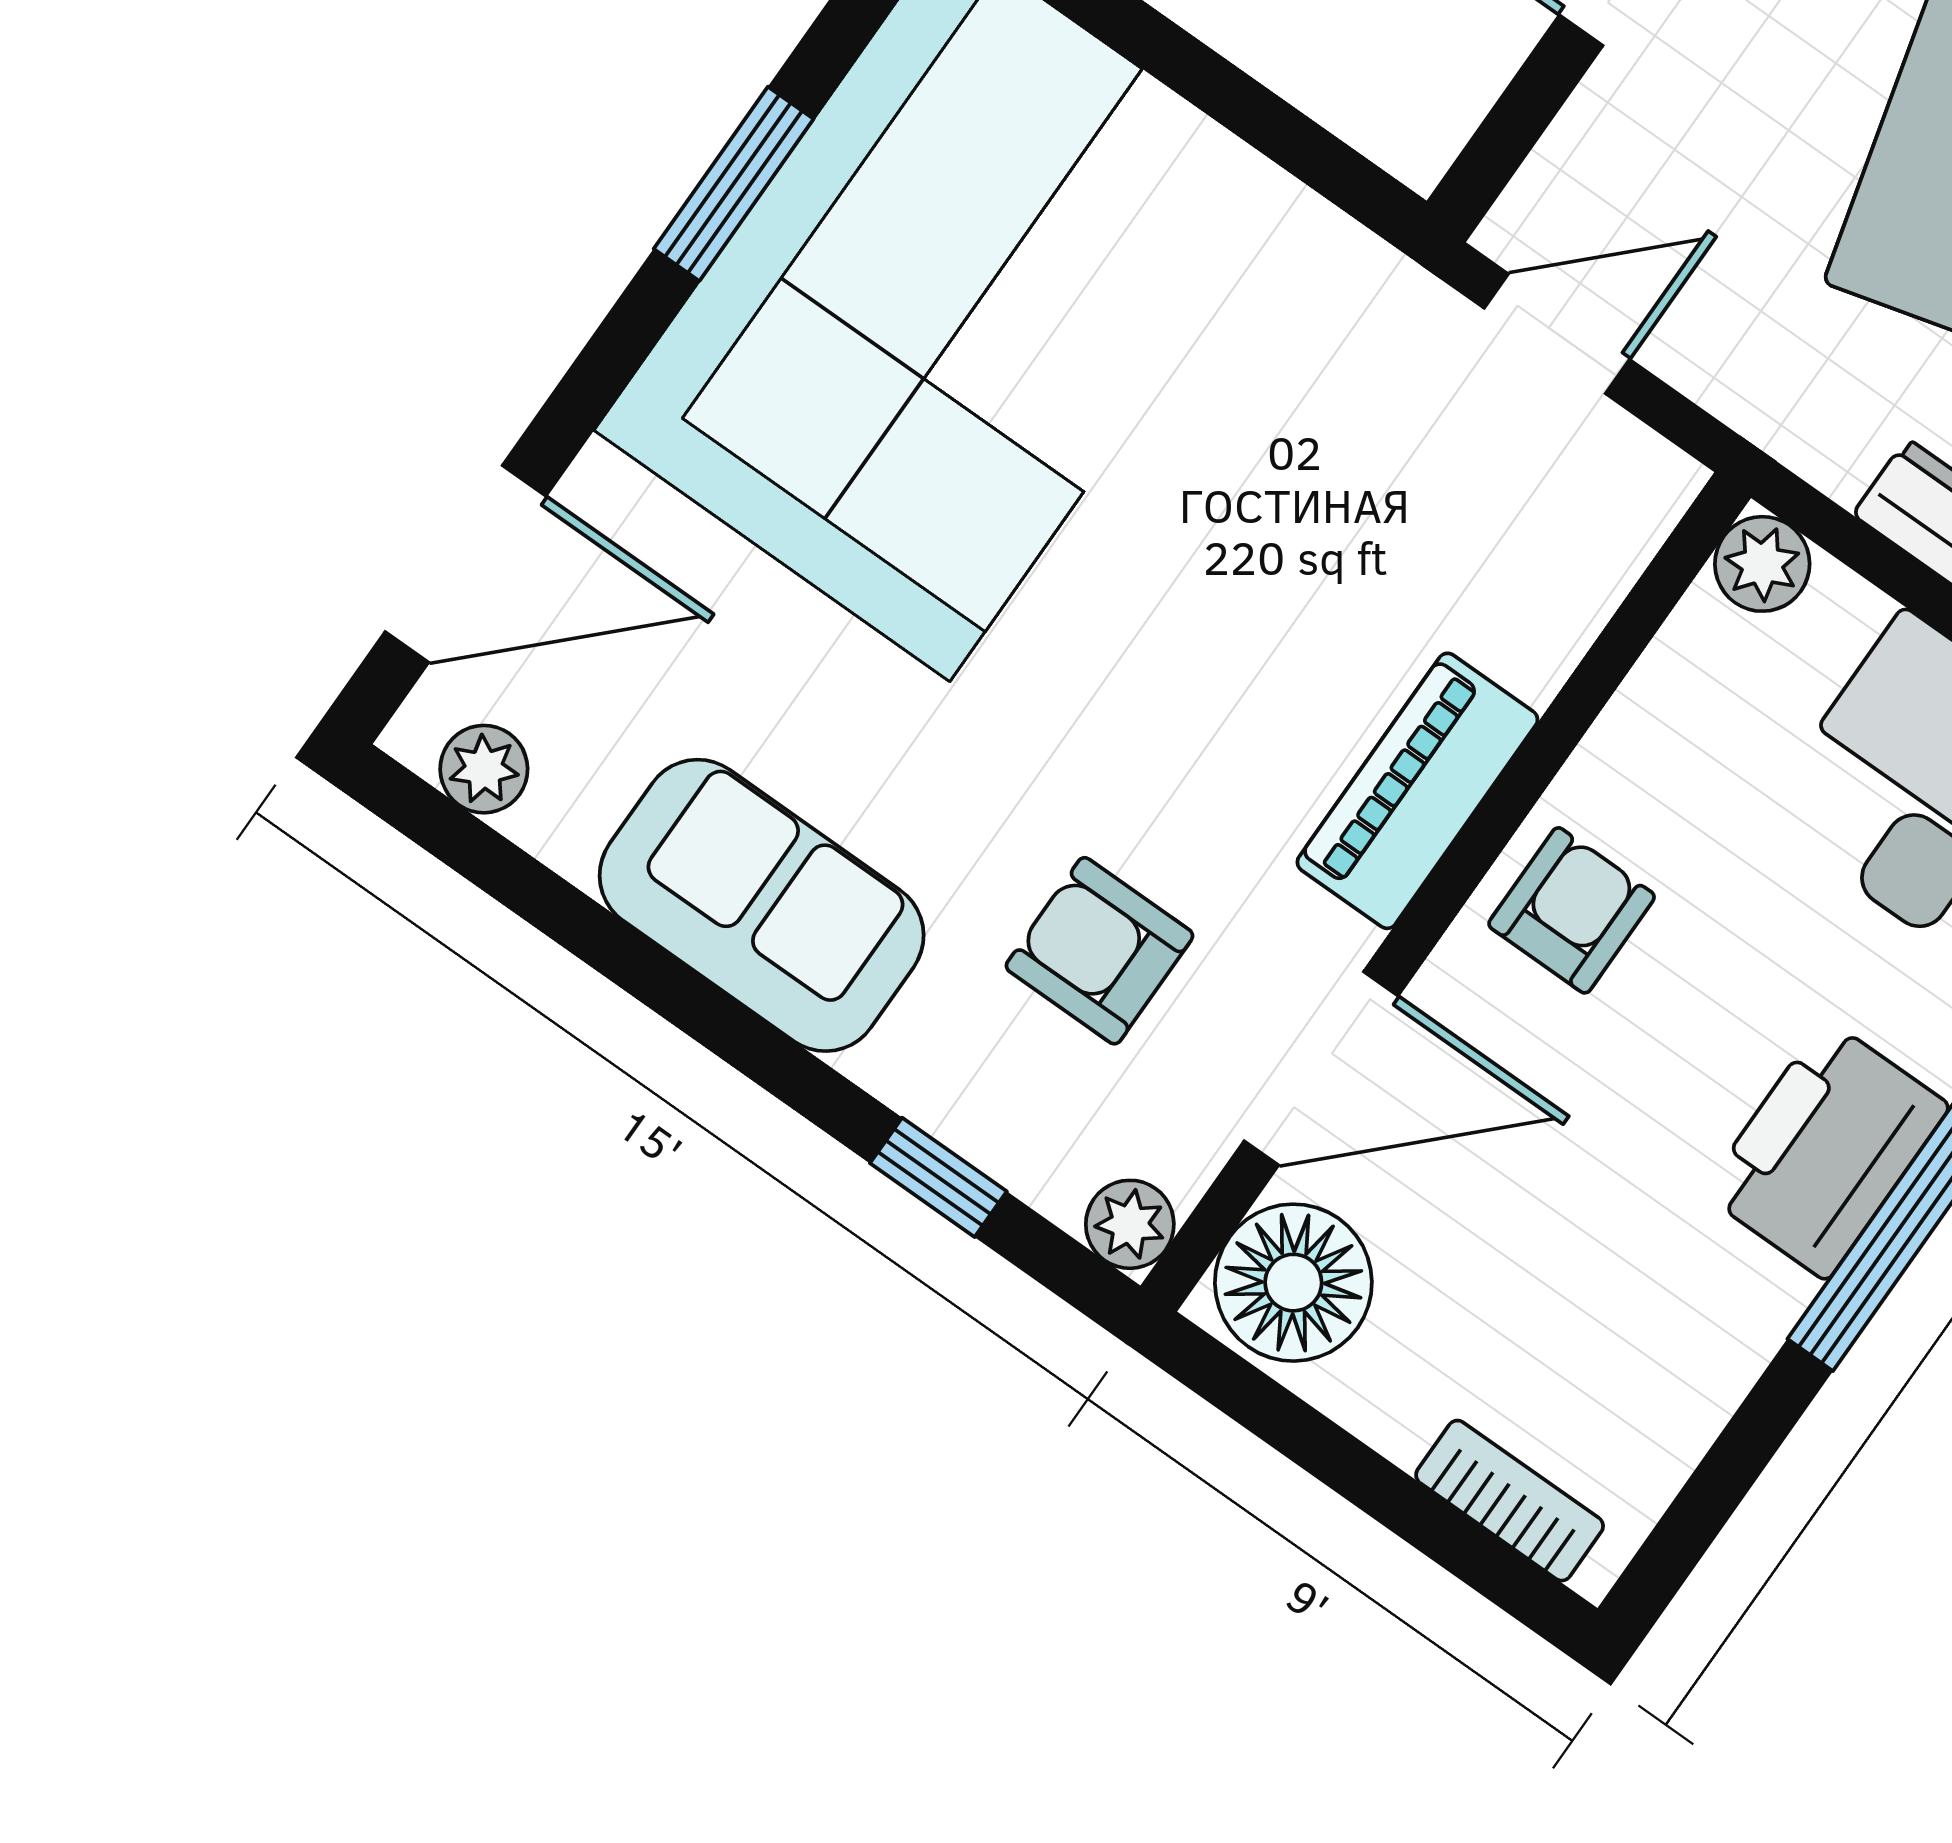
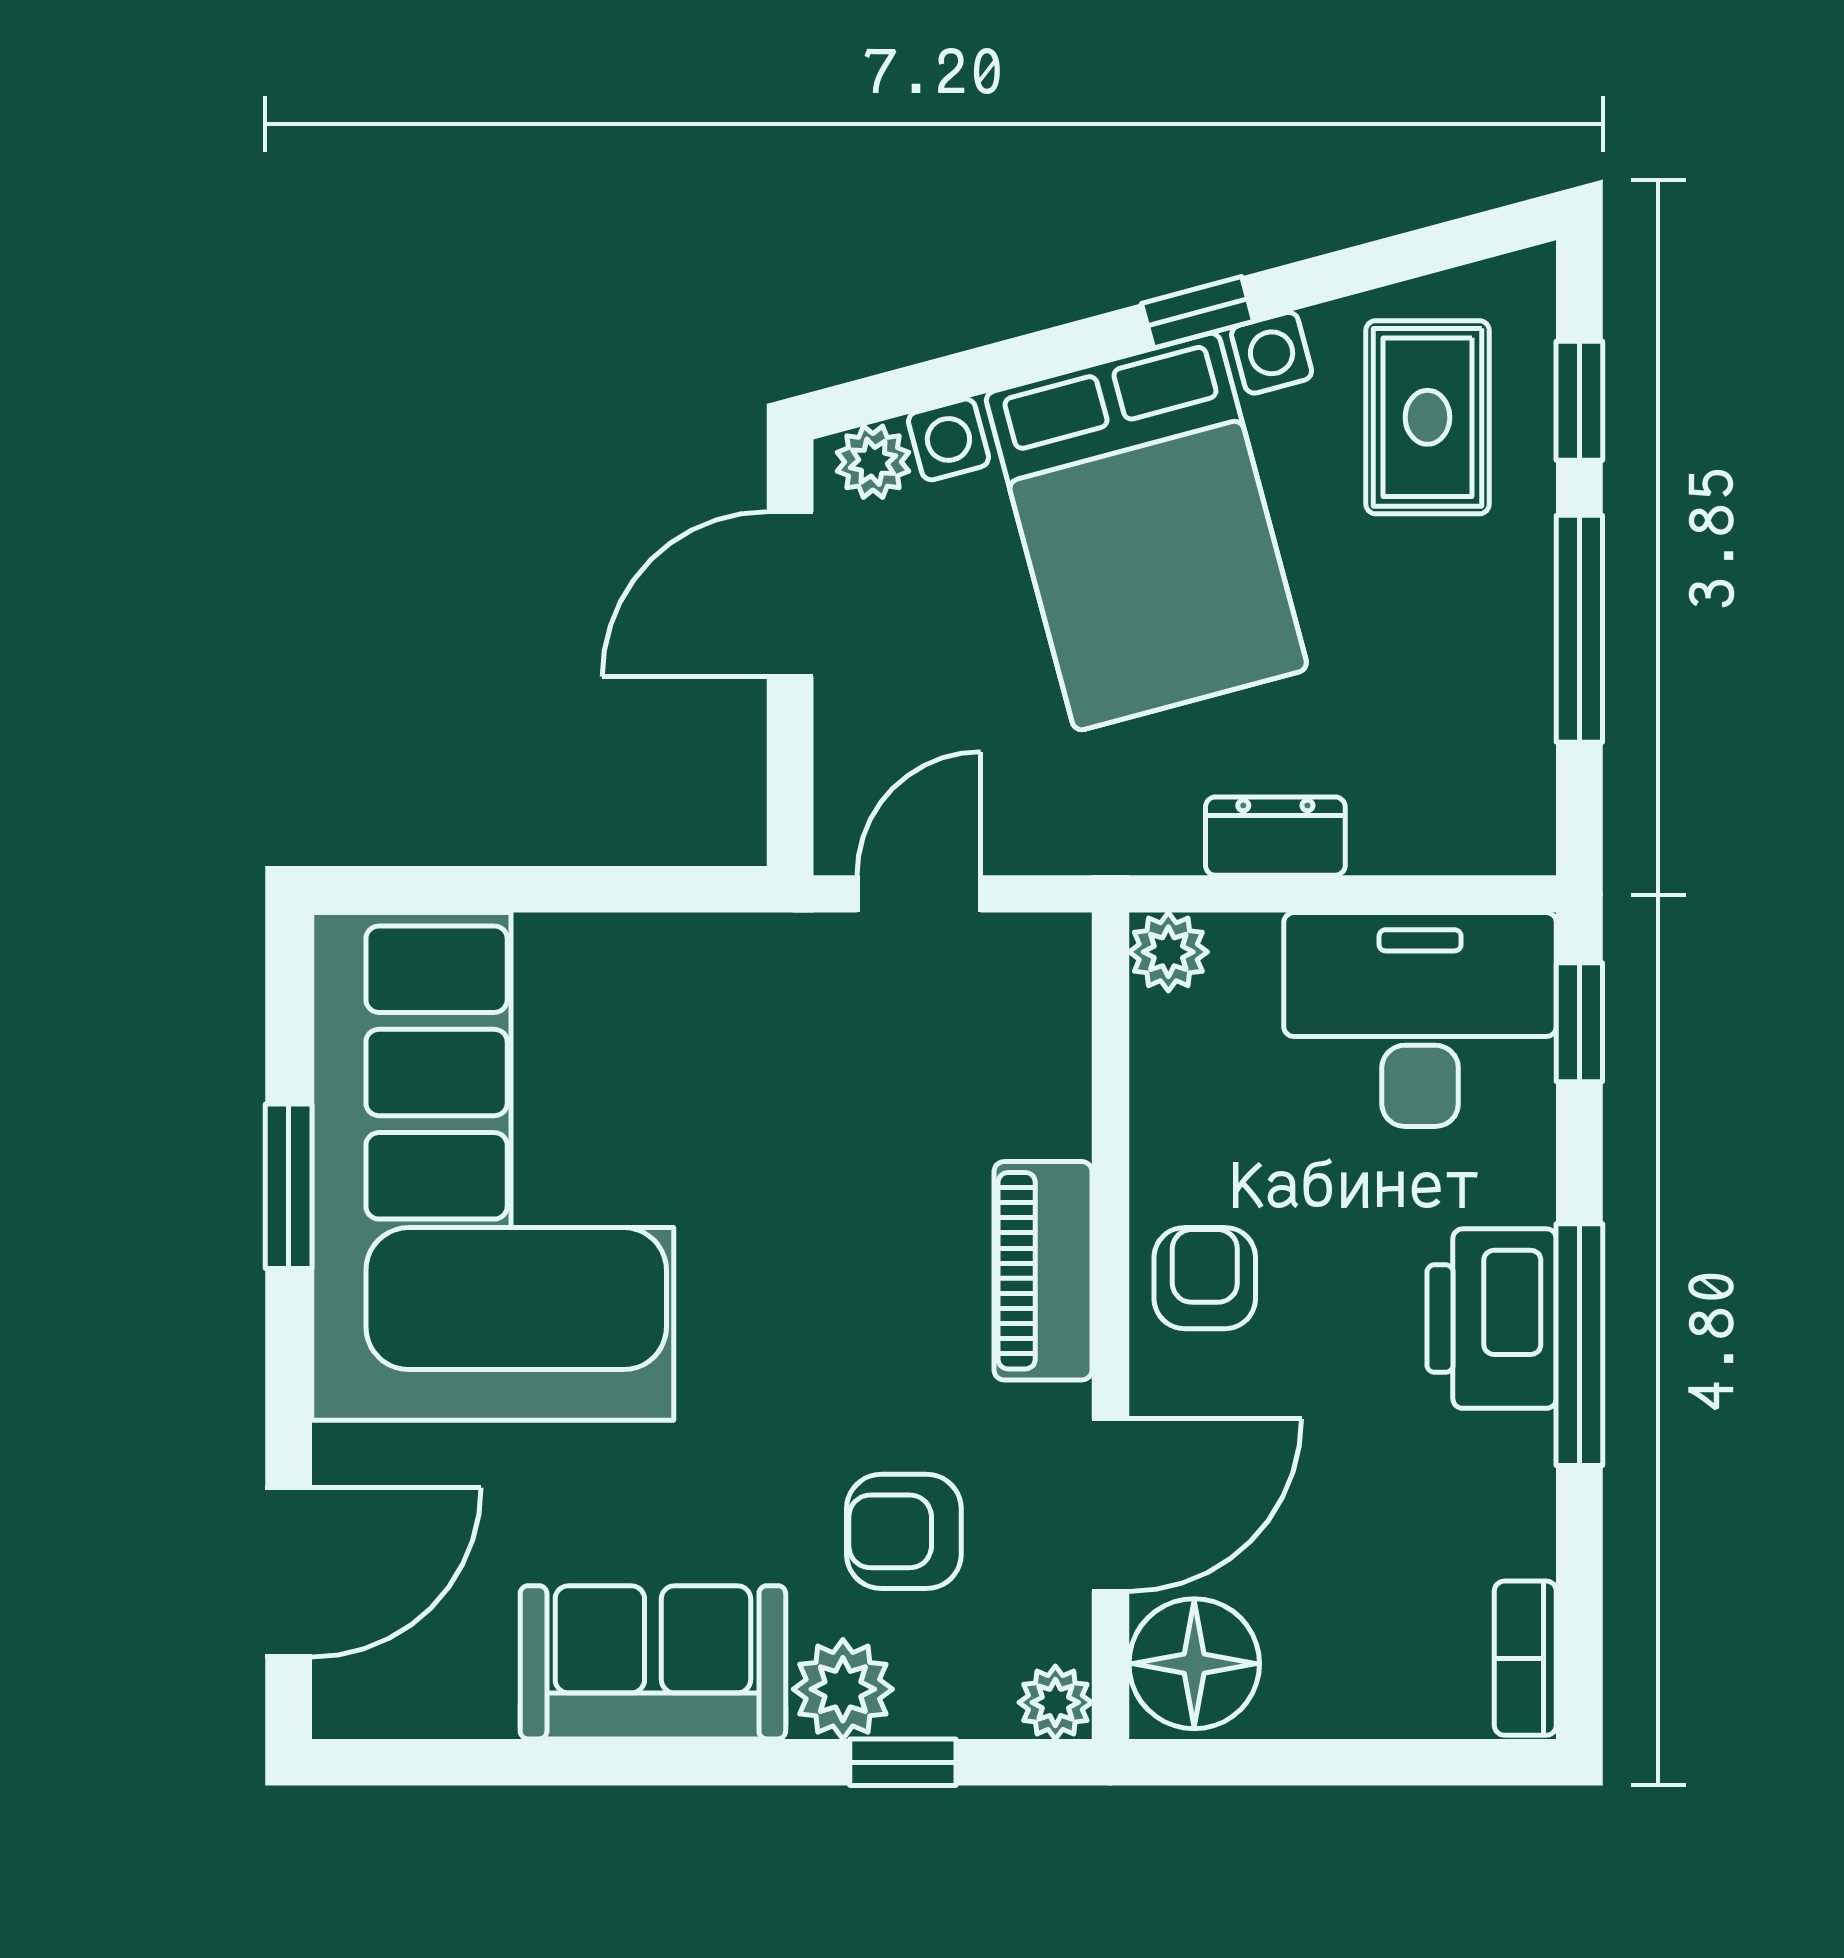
plant: (484, 769) -> (843, 1689), moved, width x1.38, depth x1.38
bookcase: (1510, 1501) -> (1525, 1658), moved, turned -90

